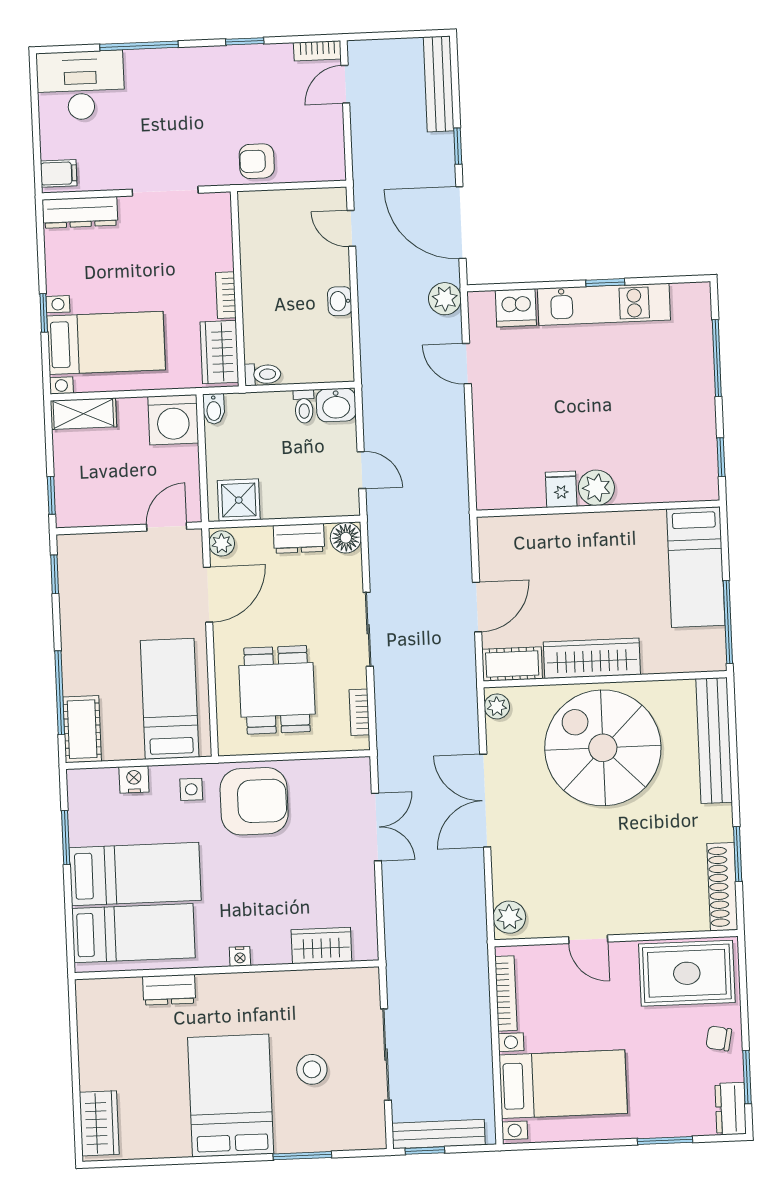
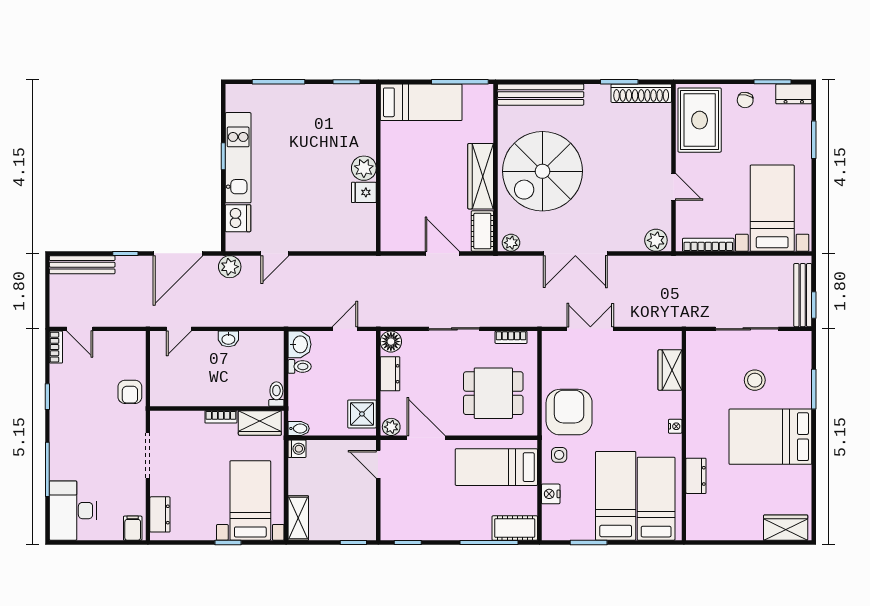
dresser: (80, 212) -> (160, 514), width x0.70
washing machine: (173, 420) -> (297, 449), width x0.53, depth x0.53
door: (588, 939) -> (673, 187), hinge flipped

